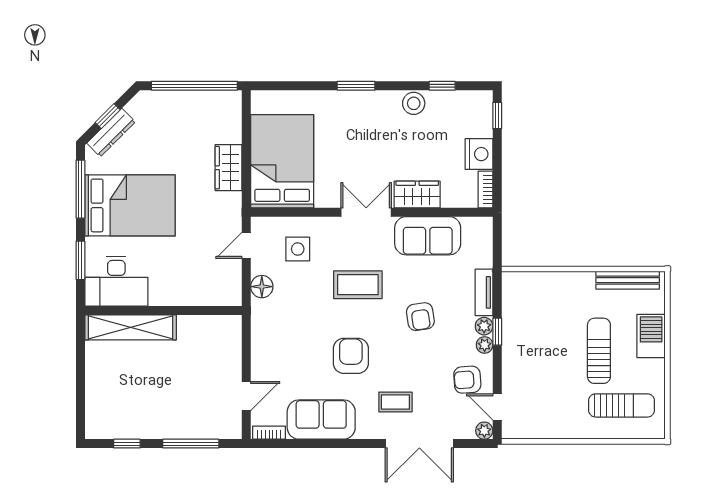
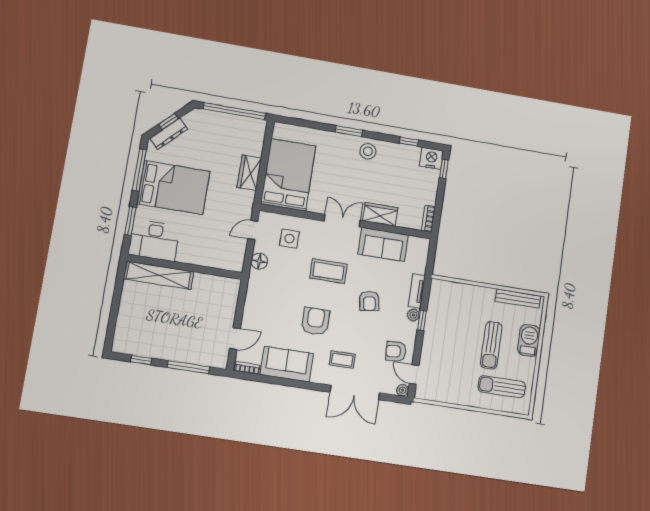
stool: (414, 103) -> (368, 151), moved
nightstand: (479, 154) -> (431, 158), moved, turned -90
plant: (485, 345) -> (412, 328), removed
sun lounger: (599, 351) -> (491, 345), turned 180
sun lounger: (622, 405) -> (502, 387), turned 180

